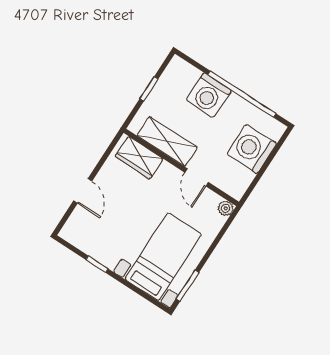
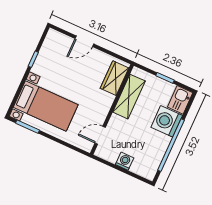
kitchen sink: (182, 73) -> (180, 100), added
washing machine: (252, 149) -> (125, 161), width x0.53, depth x0.53
door: (197, 177) -> (100, 135), moved
plant: (226, 208) -> (87, 146), removed

